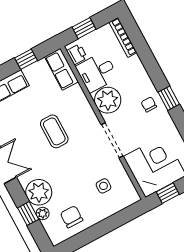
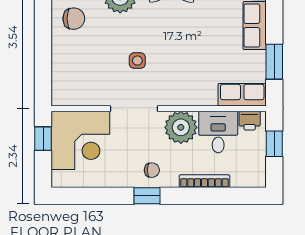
bookcase: (123, 37) -> (204, 181), moved
window: (26, 59) -> (274, 62), width x1.50
coffee table: (54, 131) -> (178, 50), removed
side table: (103, 186) -> (137, 61), moved

